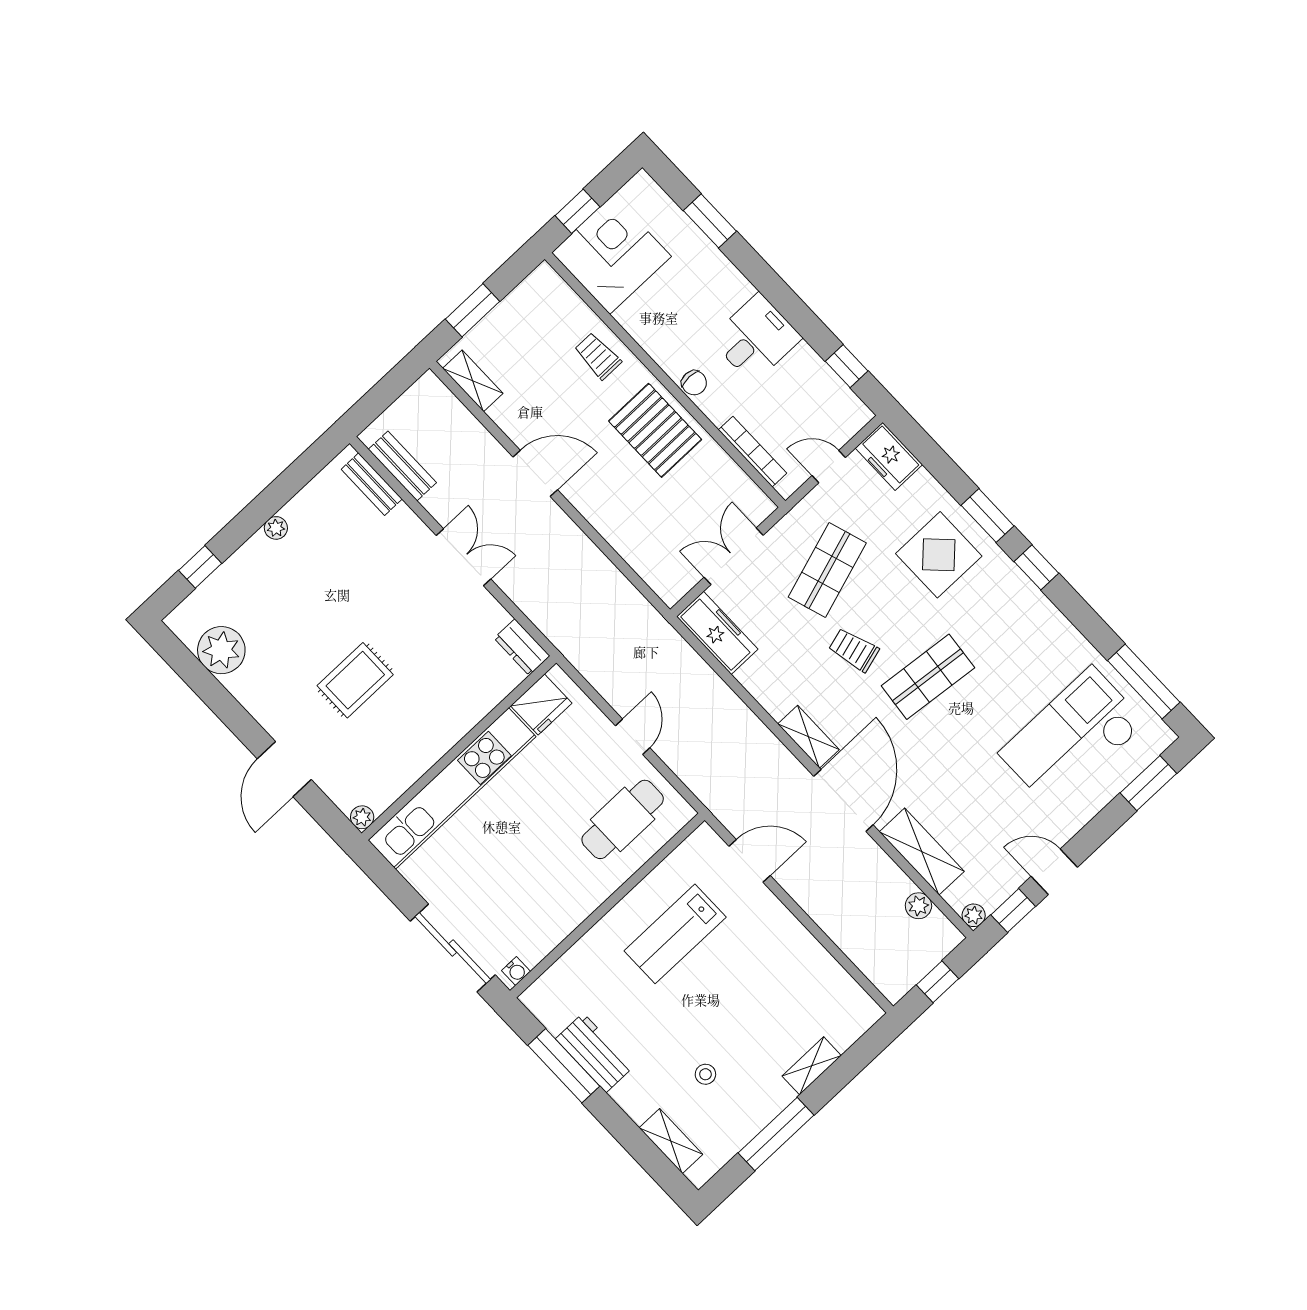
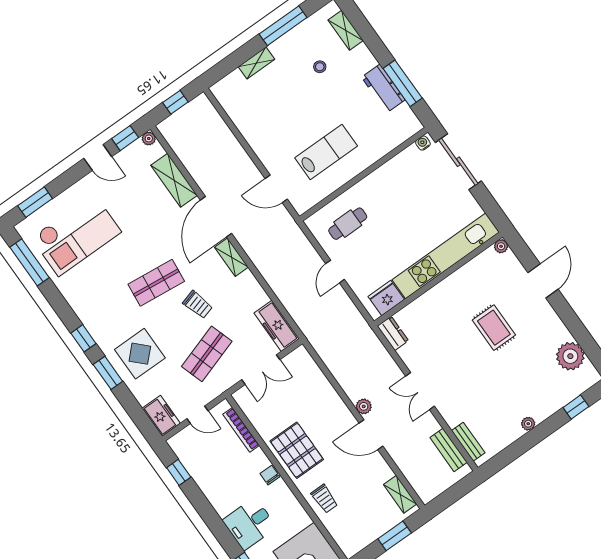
desk: (756, 338) -> (250, 524), moved
rug: (355, 680) -> (494, 328), turned 90
cafe table: (623, 819) -> (348, 224), width x0.73, depth x0.74
plant: (918, 906) -> (364, 406), moved

